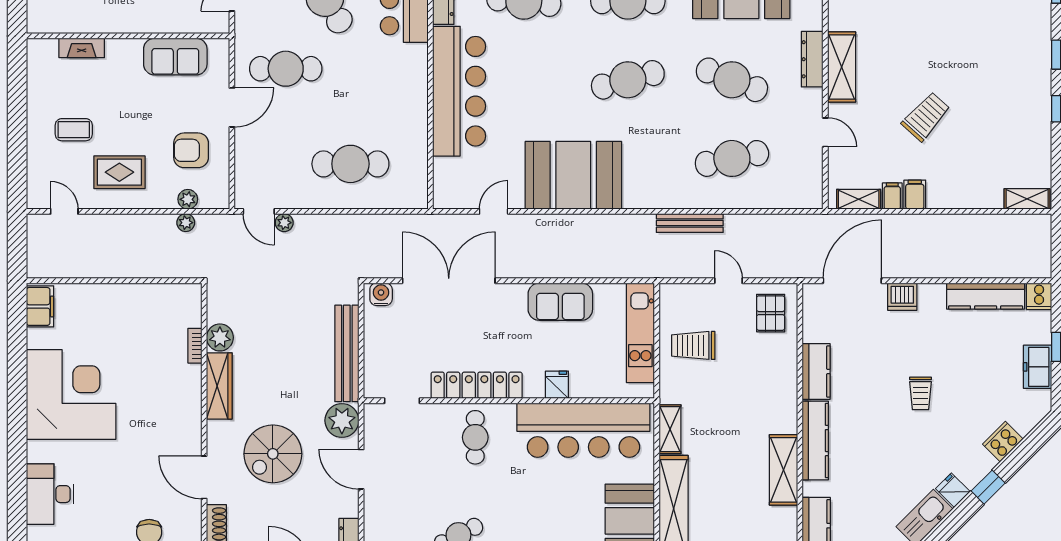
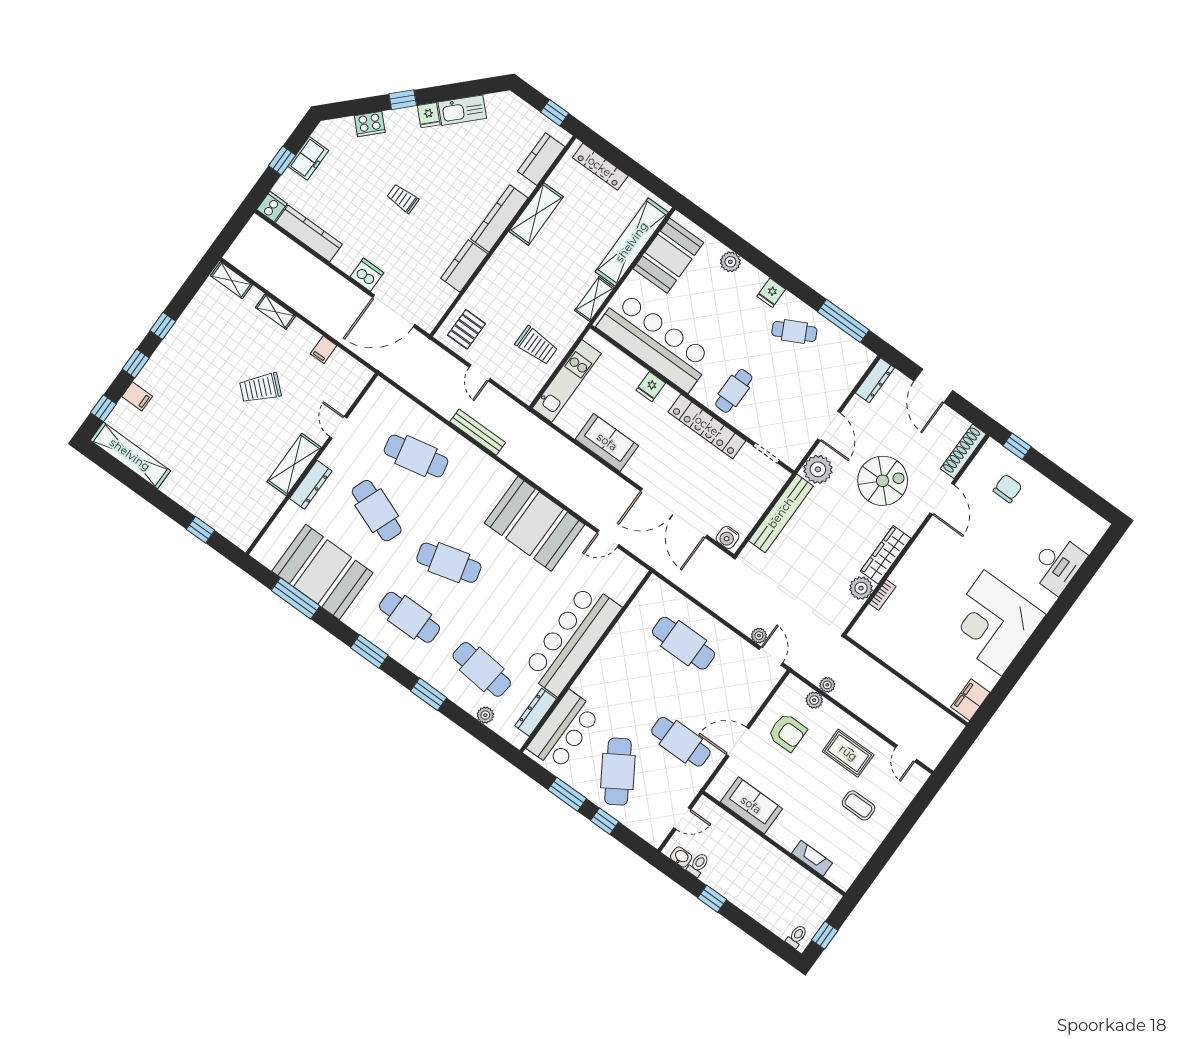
filing cabinet: (915, 195) -> (137, 396), moved, turned -90
shelving: (859, 199) -> (276, 312), moved
trolley: (920, 393) -> (403, 199), turned -90

